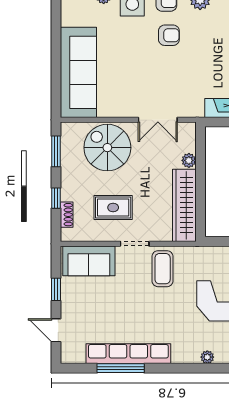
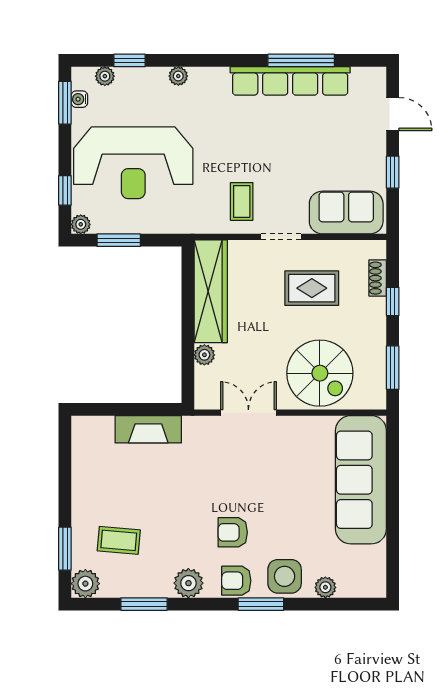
coffee table: (163, 269) -> (242, 201), width x0.73, depth x0.77

